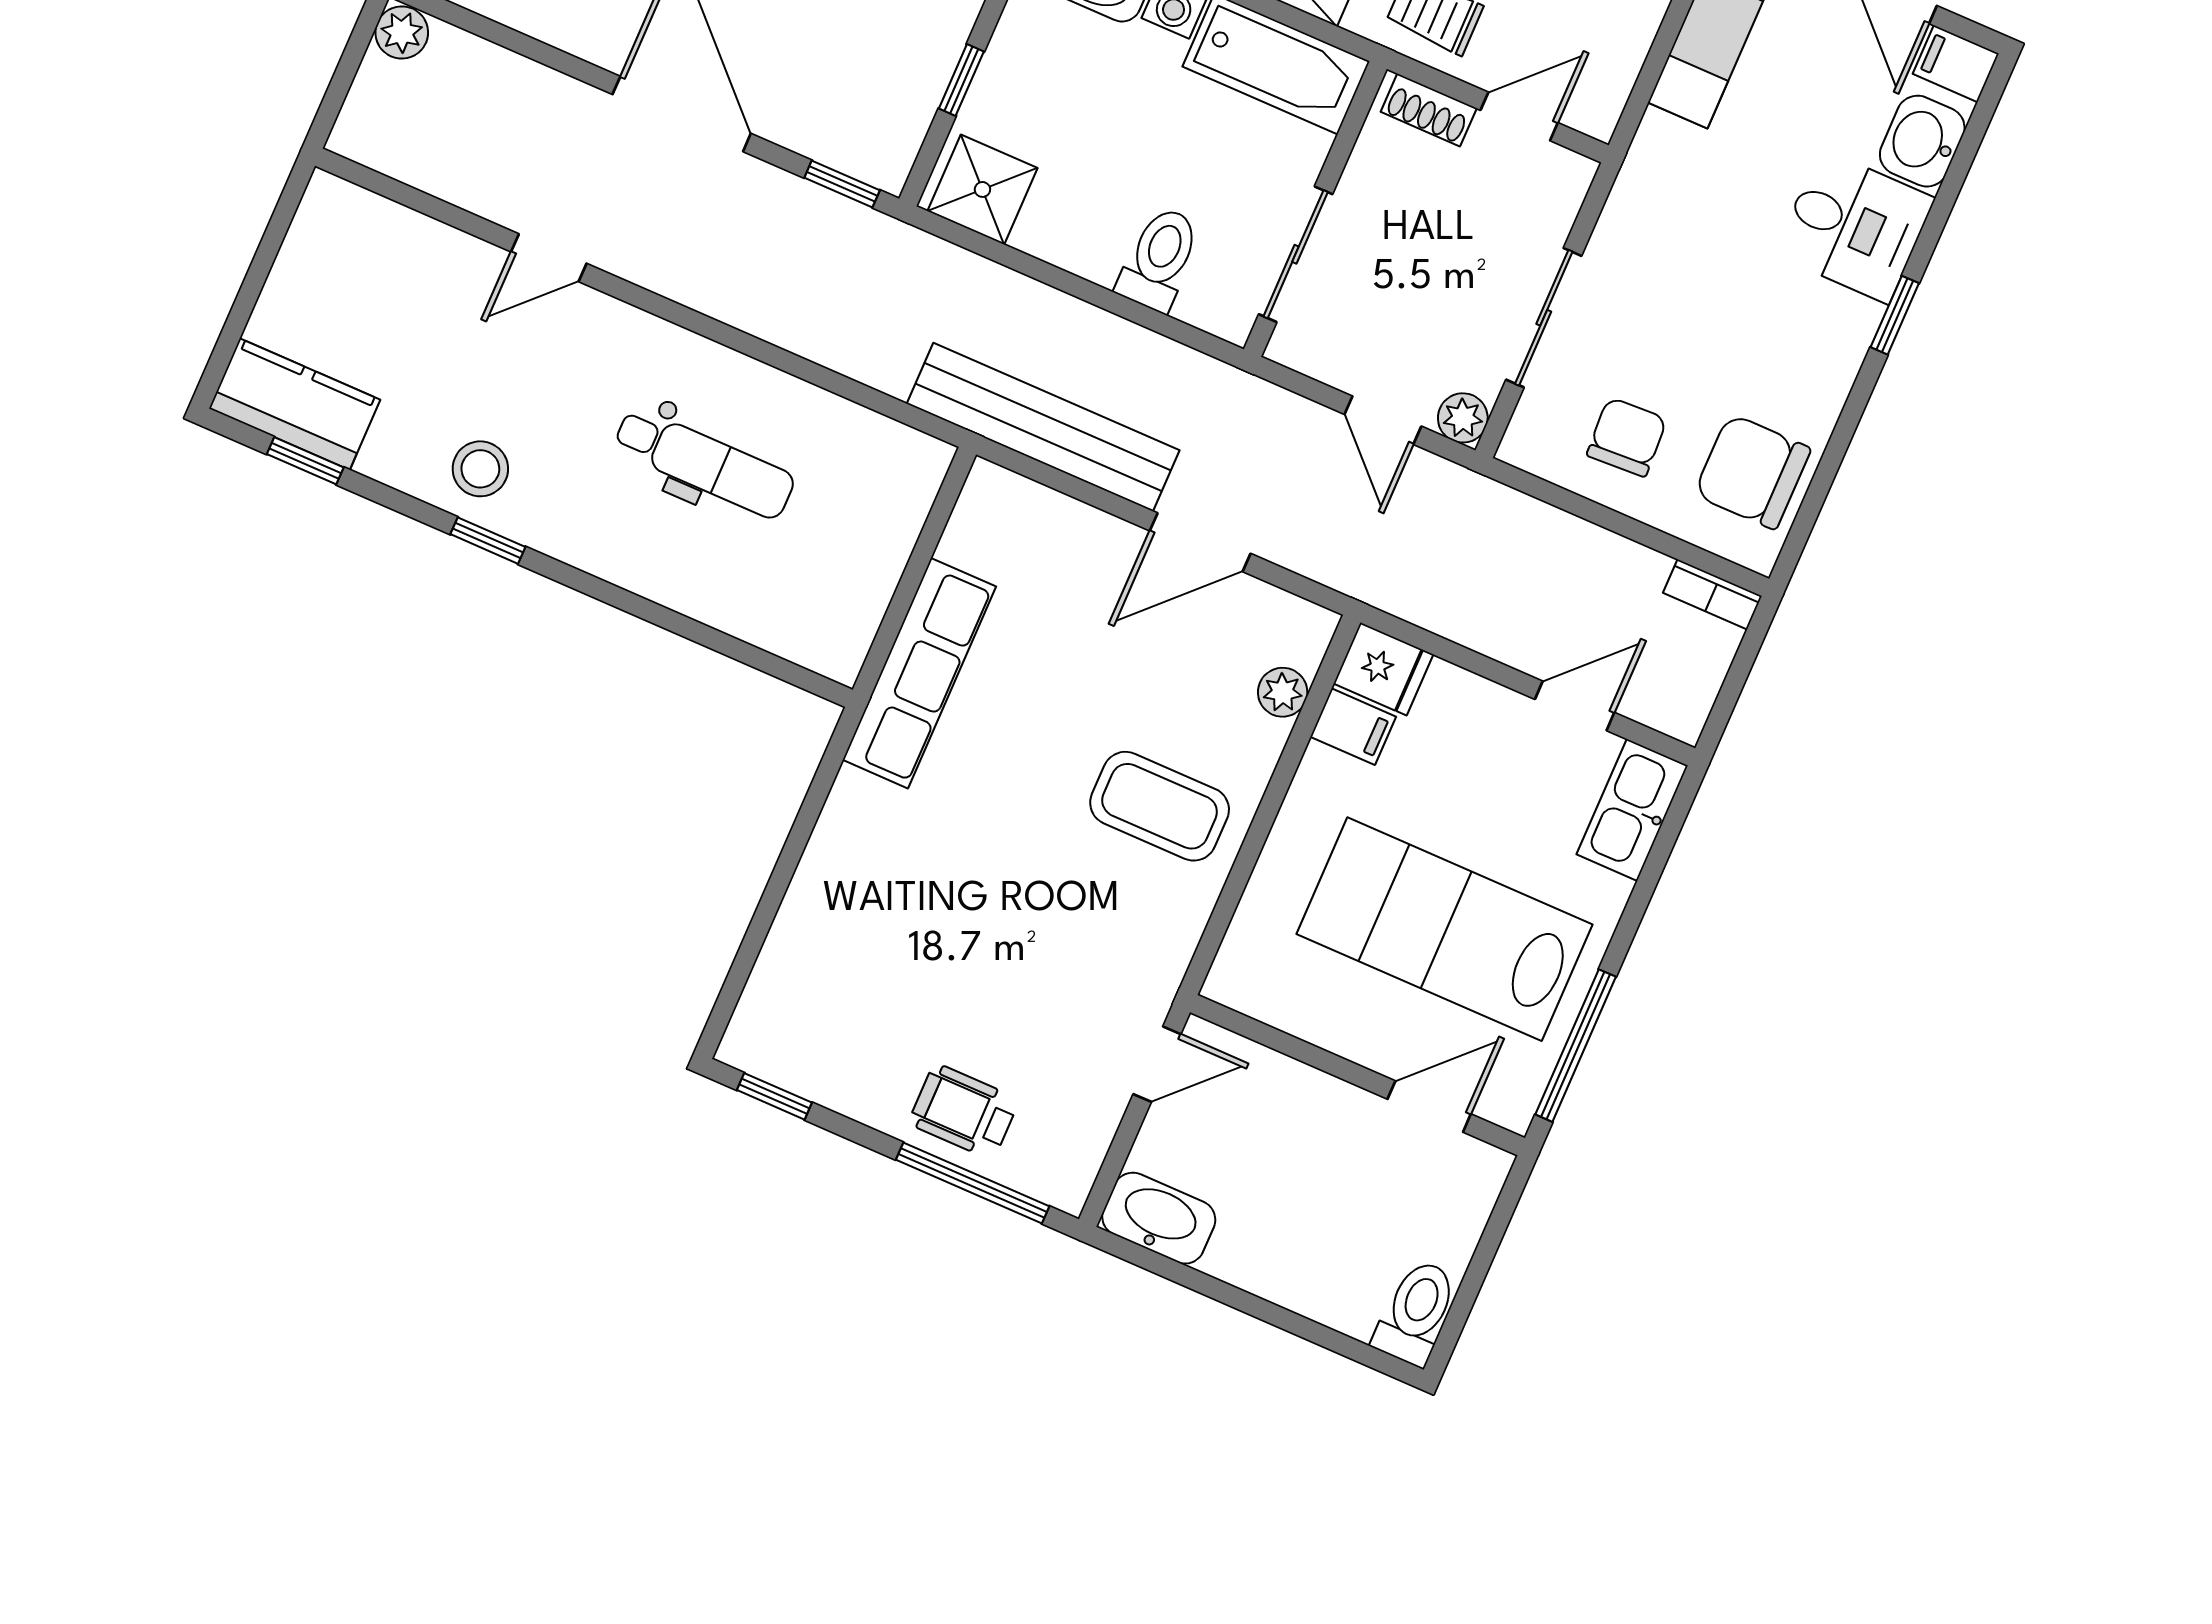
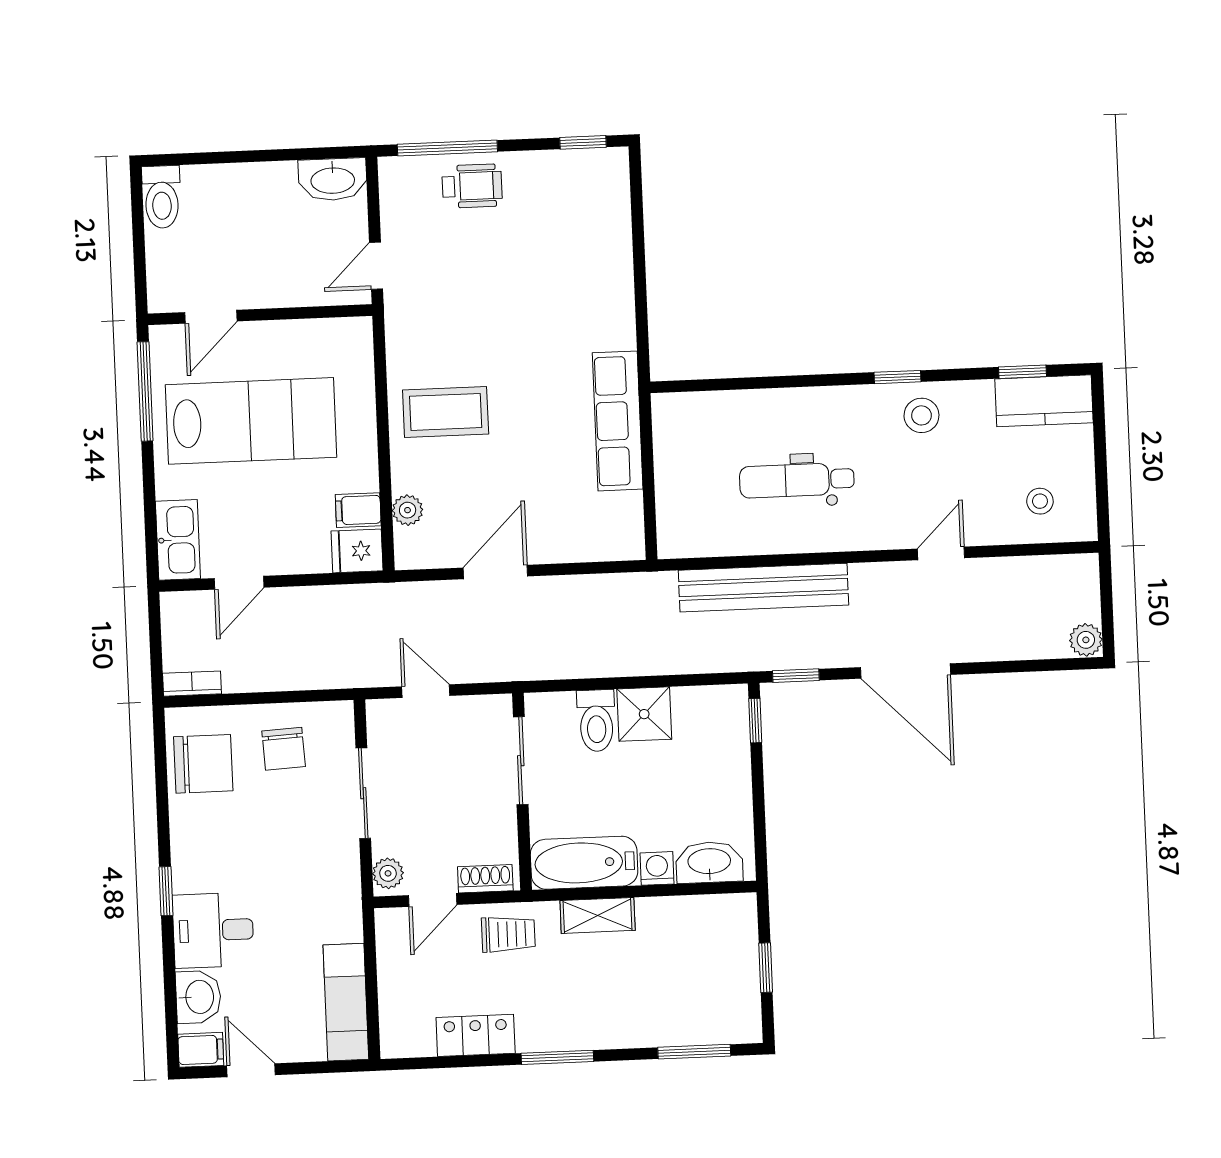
window: (961, 80) -> (755, 721), moved
shower: (982, 189) -> (644, 714), moved
stool: (371, 263) -> (1040, 501), added
plant: (1463, 418) -> (388, 873), moved
bench: (1043, 427) -> (763, 588), moved

